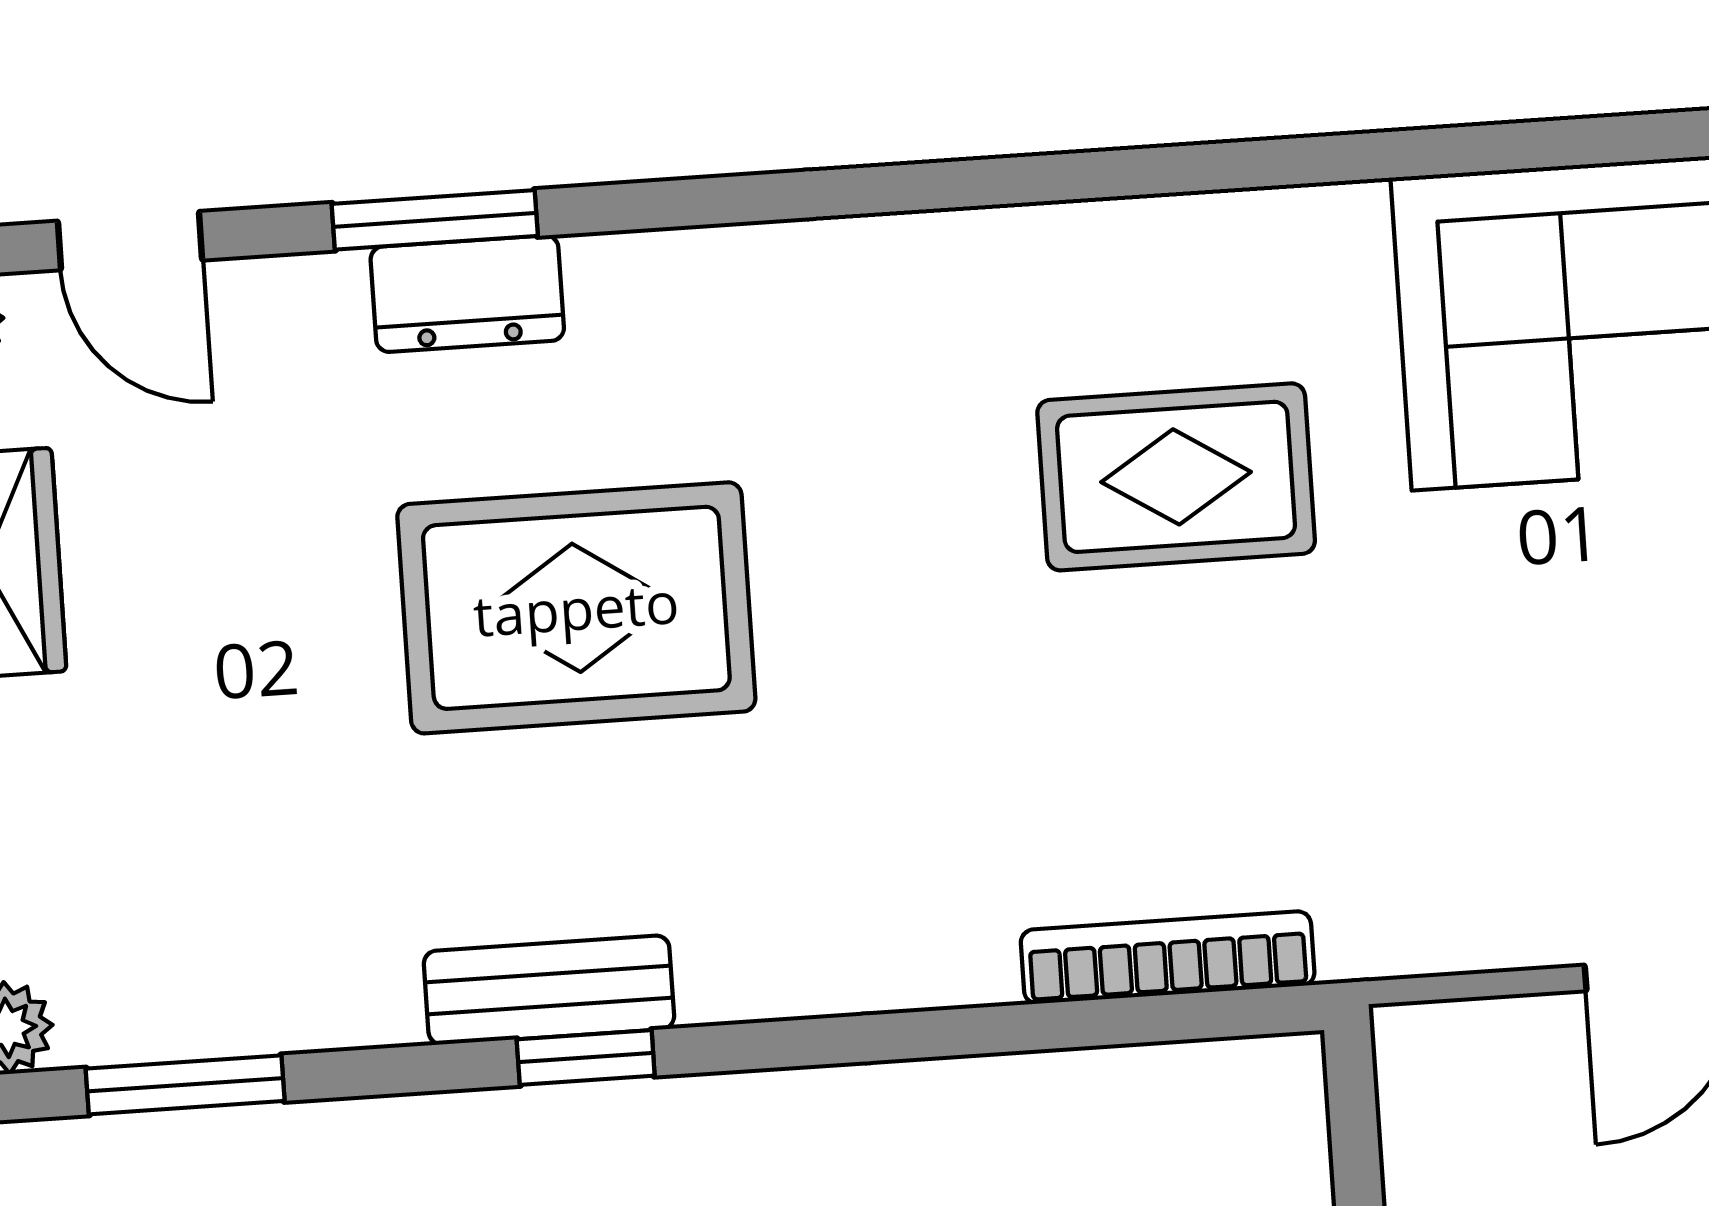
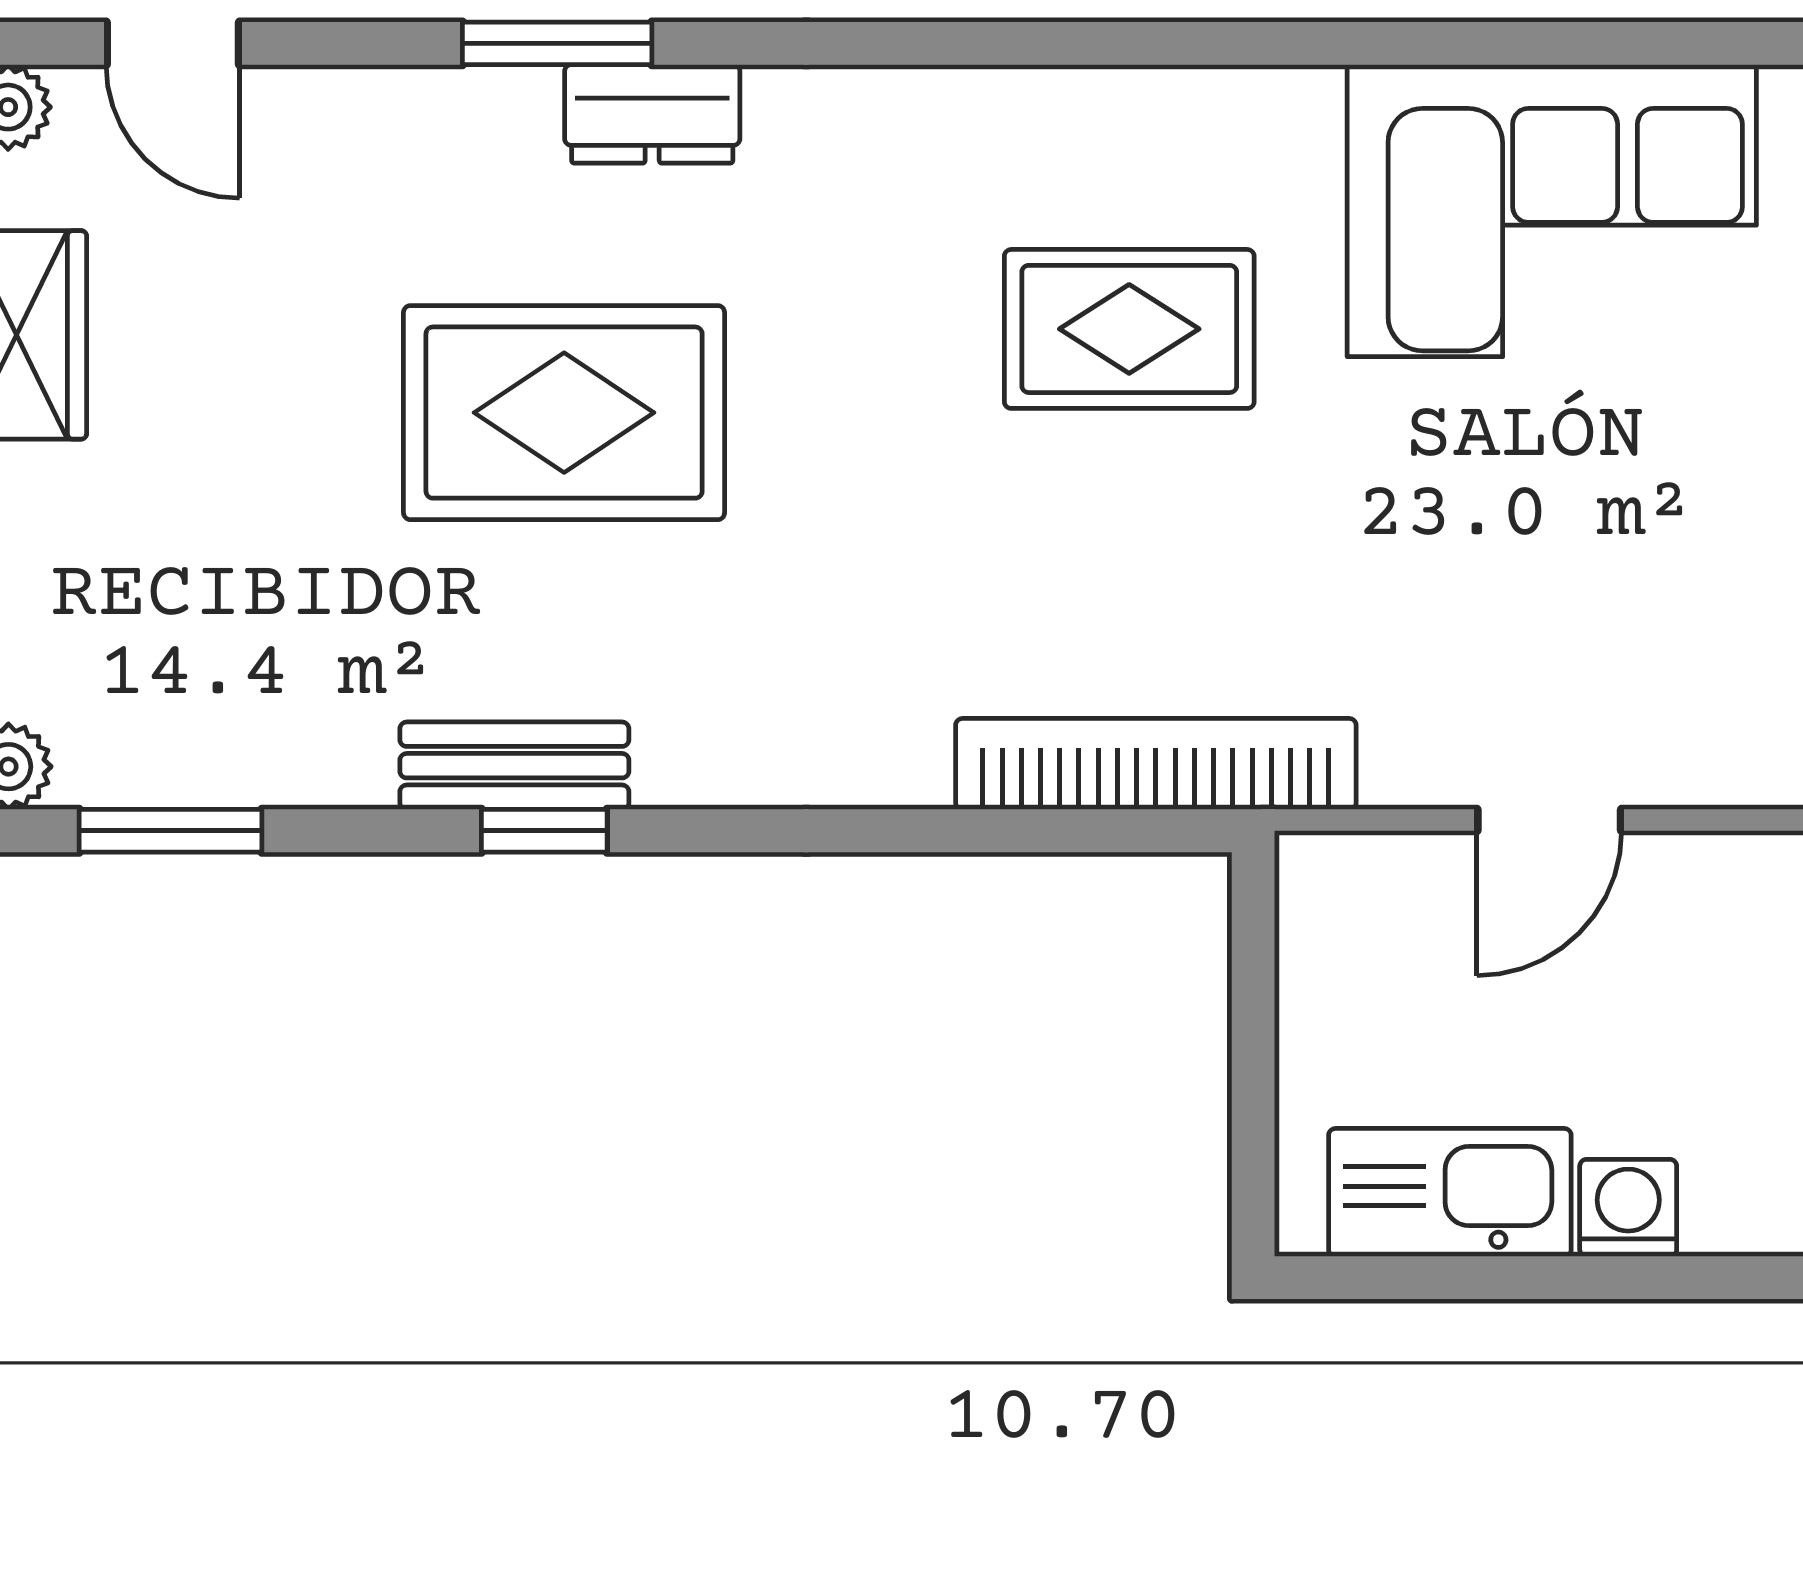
window: (435, 220) -> (557, 43), moved
dresser: (467, 294) -> (652, 114), moved
bookcase: (1168, 958) -> (1156, 764), width x1.48, depth x1.31

